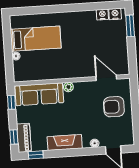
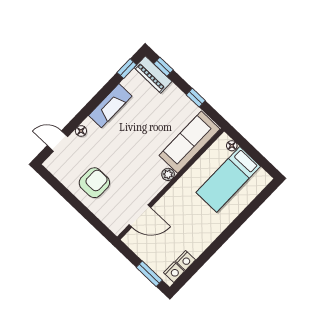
door: (106, 78) -> (140, 216), moved
wall: (72, 80) -> (171, 184), moved
plant: (68, 87) -> (168, 174), moved
sofa: (39, 94) -> (190, 142), moved

